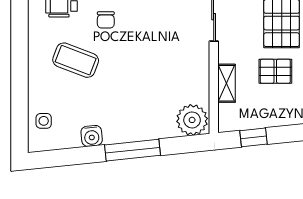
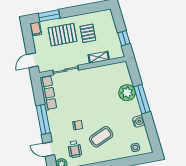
coffee table: (76, 60) -> (101, 137), turned 45
plant: (192, 120) -> (127, 93), moved

